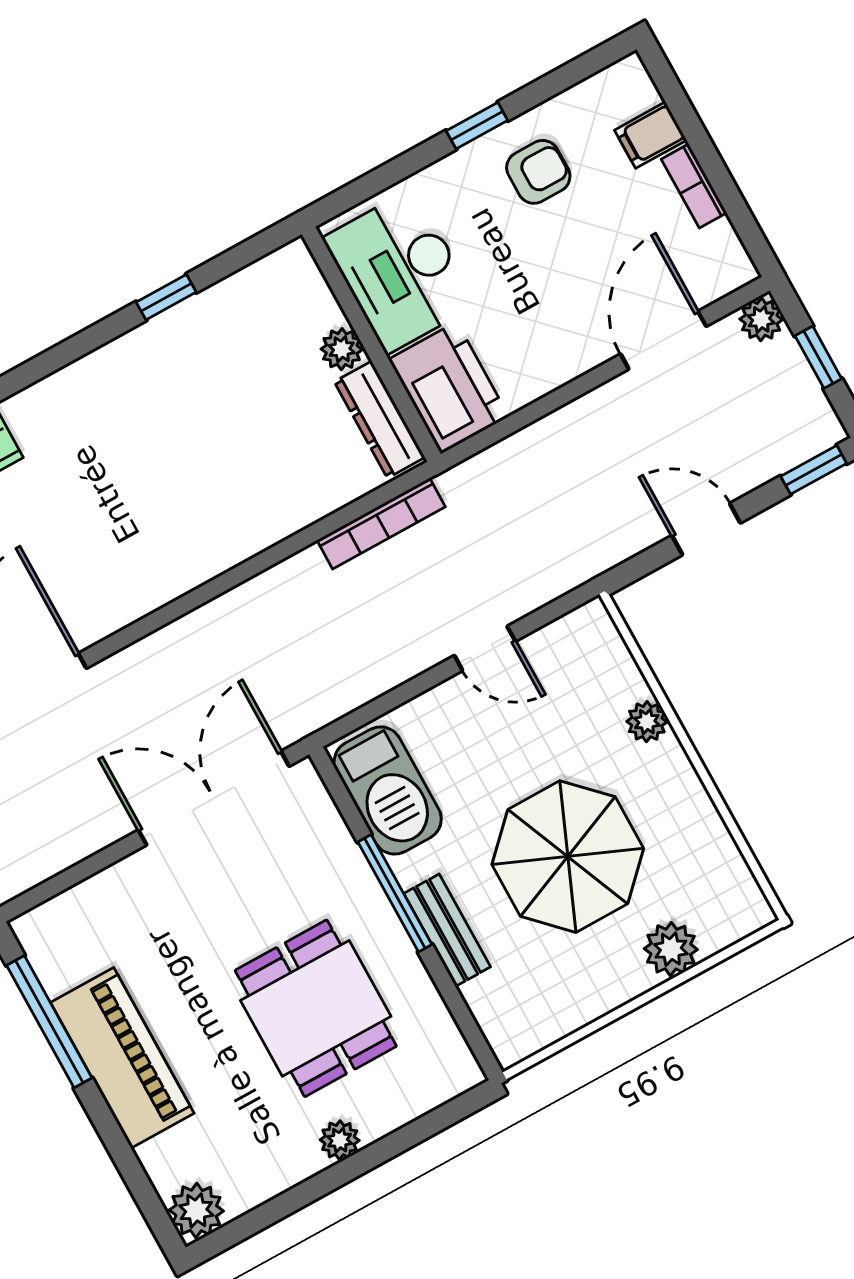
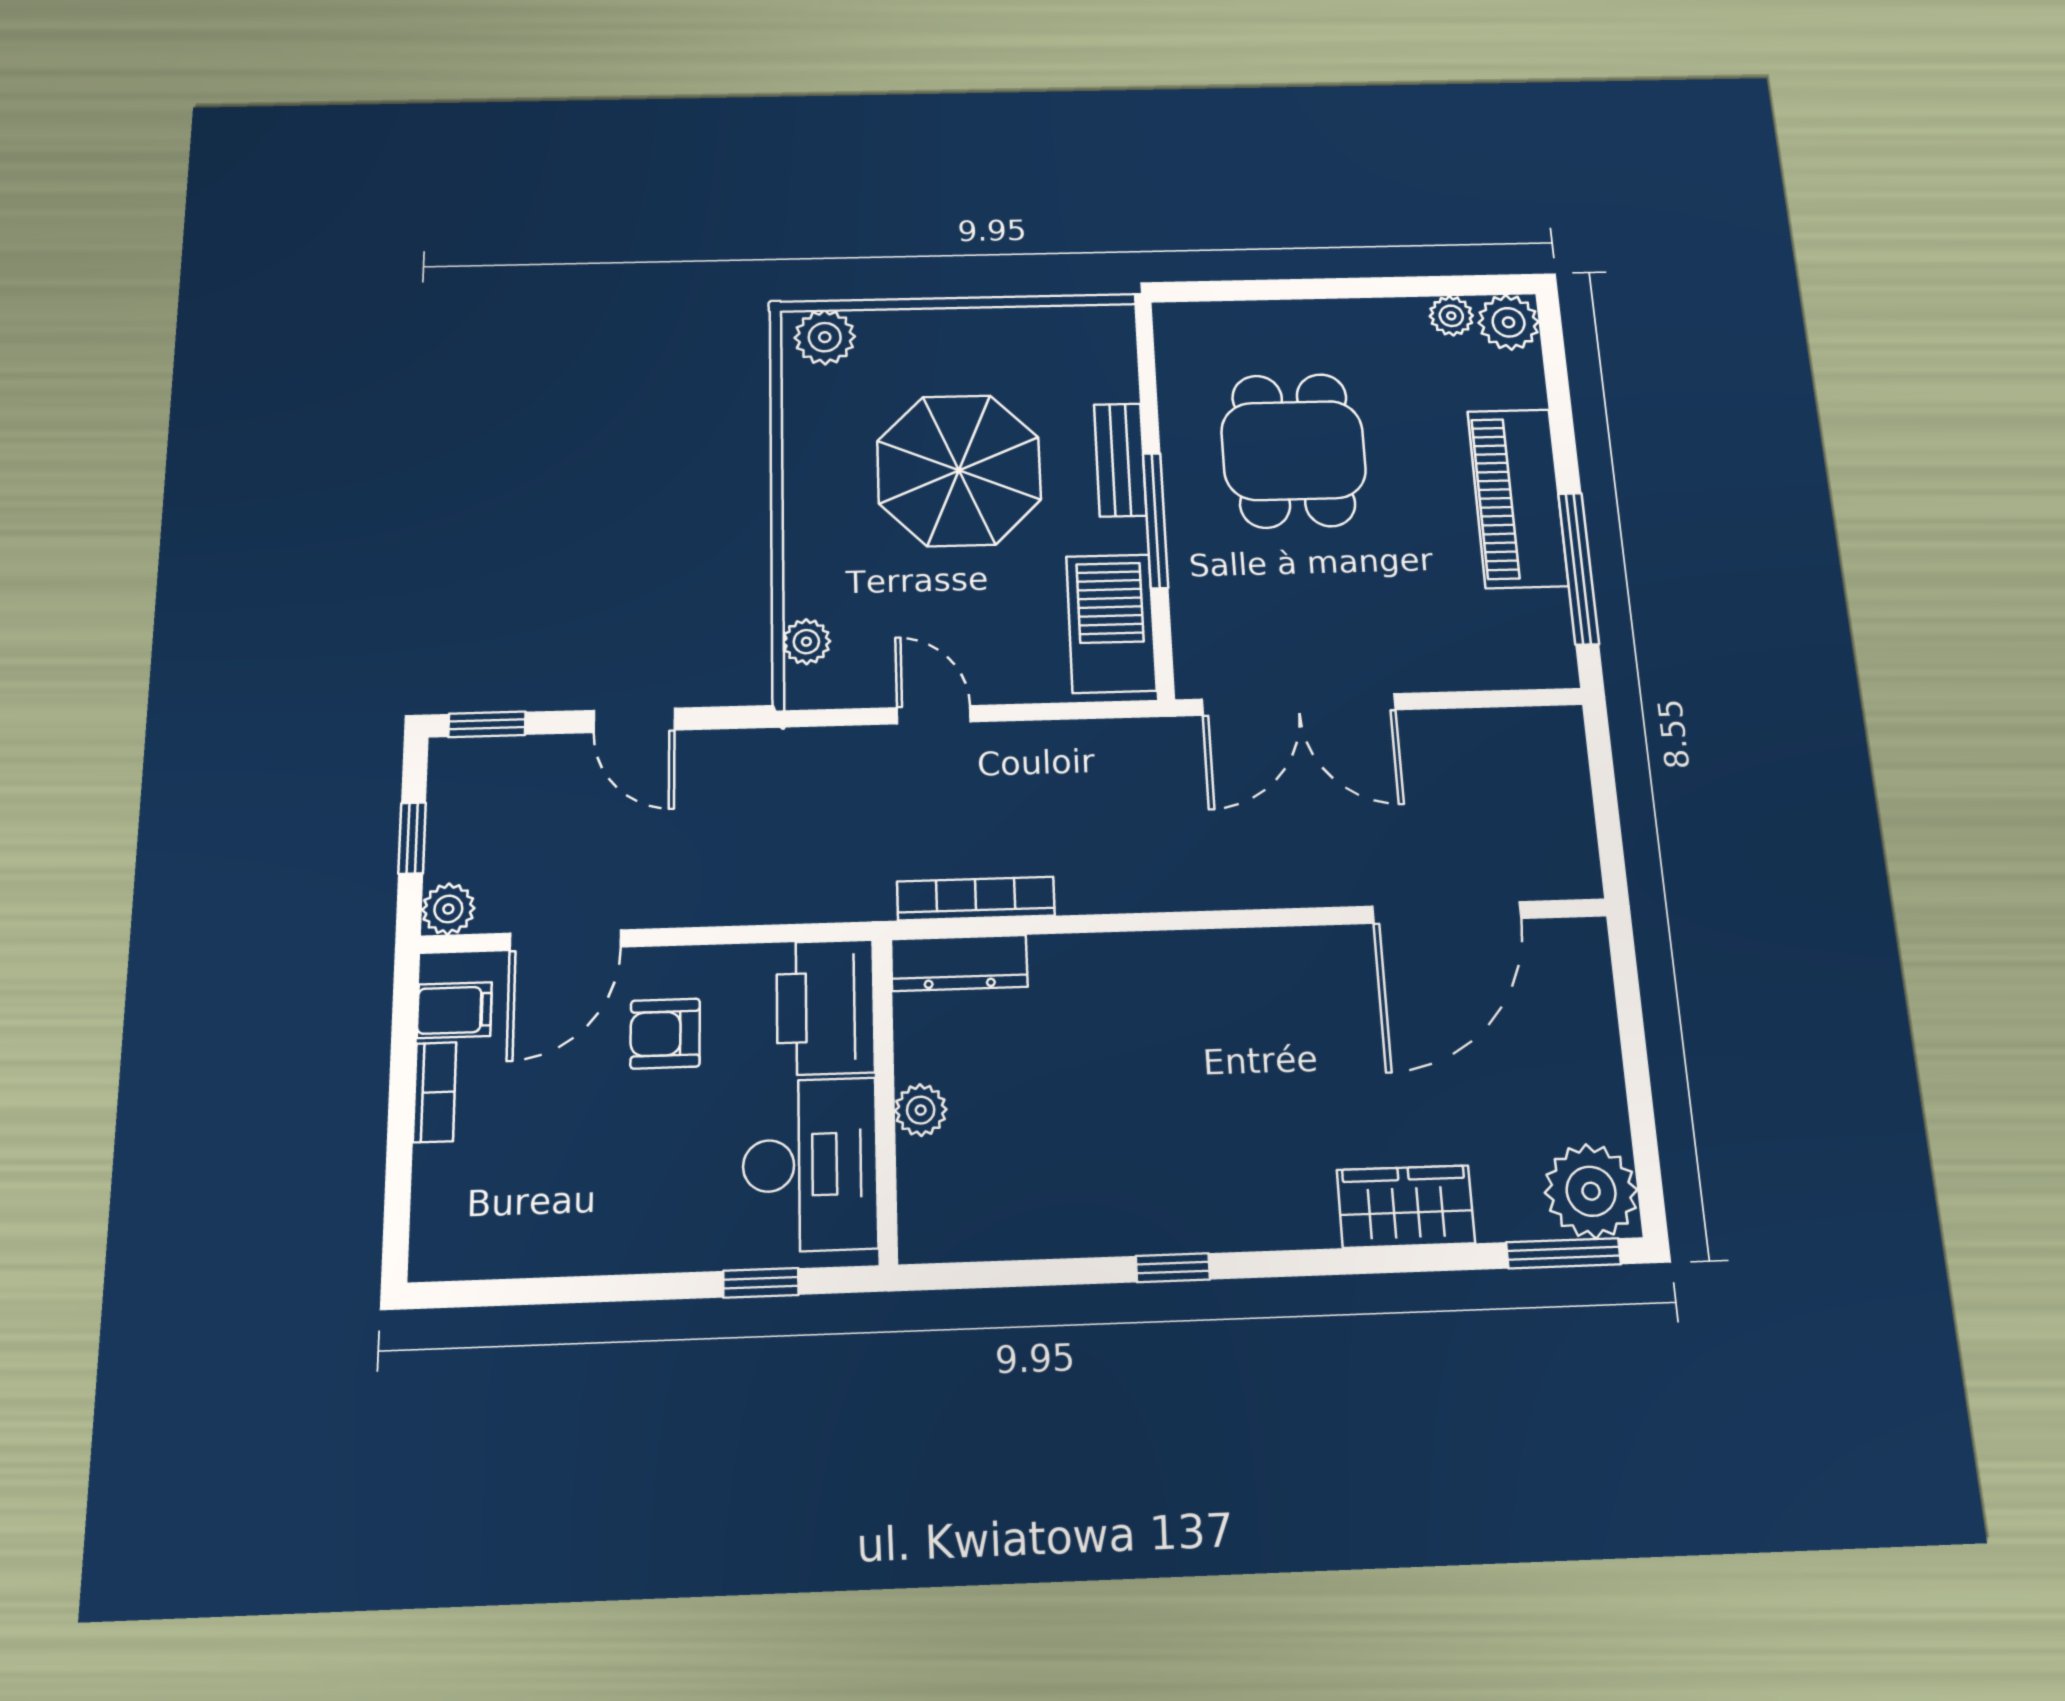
window: (477, 126) -> (761, 1283), moved
filing cabinet: (651, 135) -> (454, 1010), moved
armchair: (538, 172) -> (665, 1034), moved
window: (166, 297) -> (1173, 1268), moved
dresser: (380, 420) -> (959, 963), moved, turned 90
plant: (647, 722) -> (806, 642), moved
plant: (671, 949) -> (825, 337), moved
plant: (340, 1140) -> (1451, 316), moved

